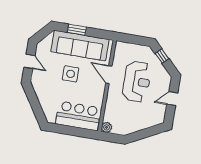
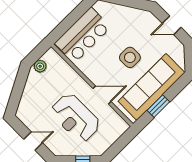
window: (77, 30) -> (158, 106), moved
door: (172, 99) -> (33, 141), hinge flipped
plant: (107, 127) -> (40, 66), moved

